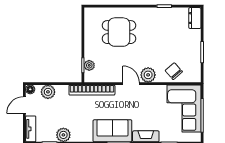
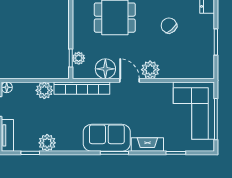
chair: (174, 71) -> (169, 26), moved
floor lamp: (111, 74) -> (105, 69), added
plant: (48, 92) -> (44, 90), moved

